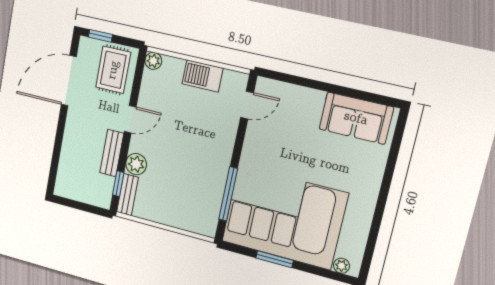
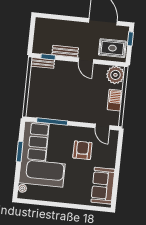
plant: (153, 61) -> (115, 75), width x1.87, depth x1.87
armchair: (285, 147) -> (82, 150), added
plant: (136, 164) -> (61, 66), removed

